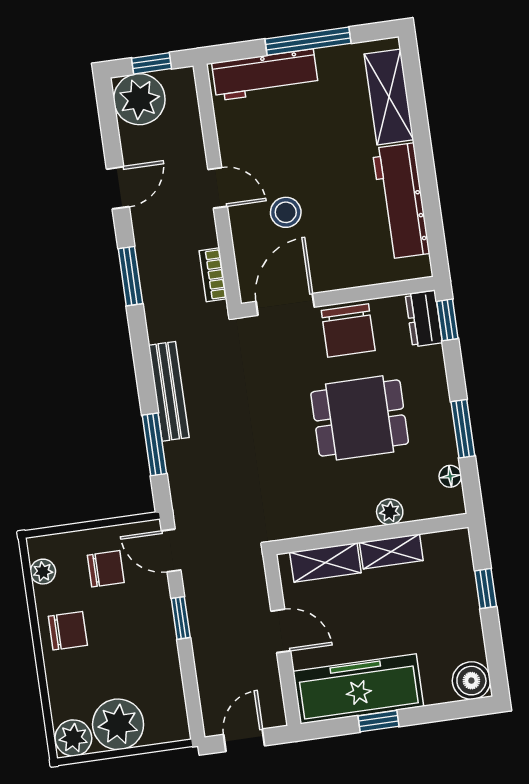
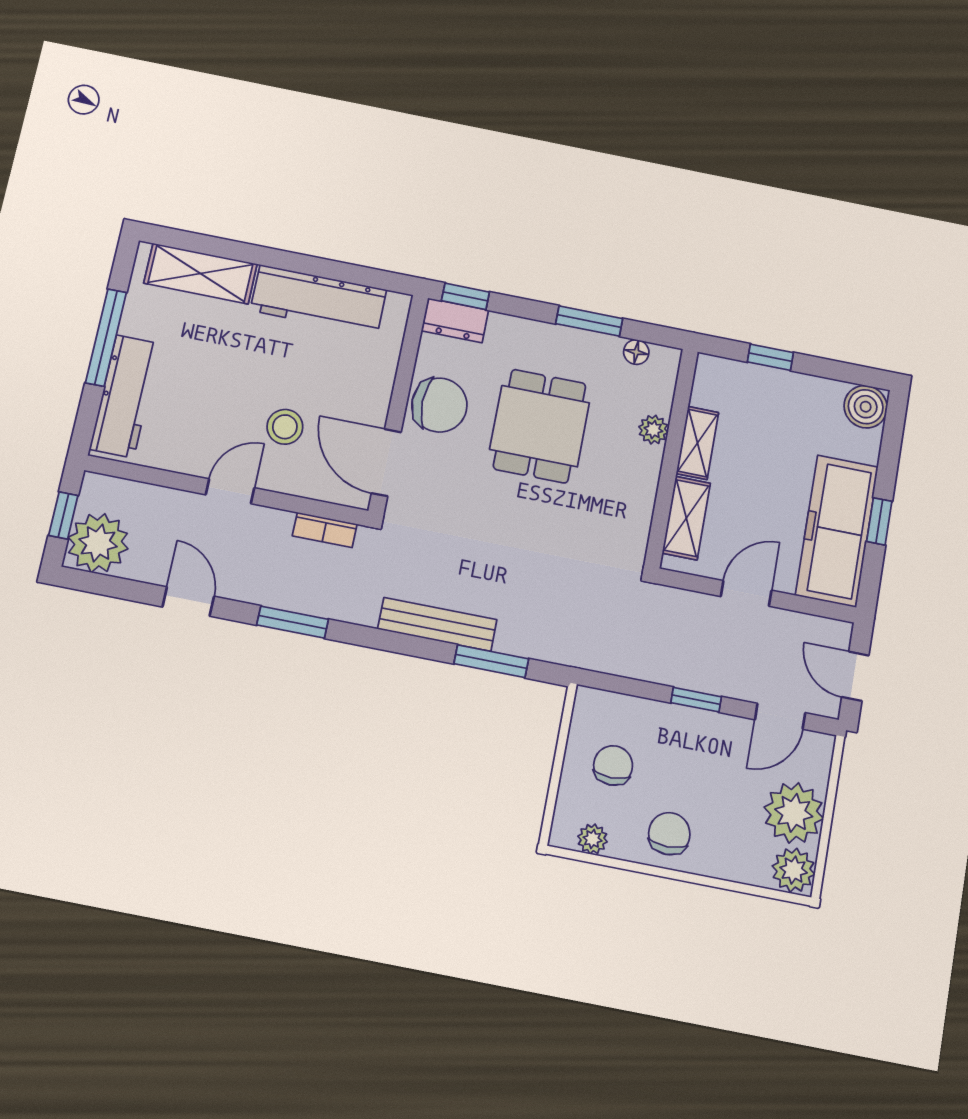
door: (171, 550) -> (780, 716), moved

